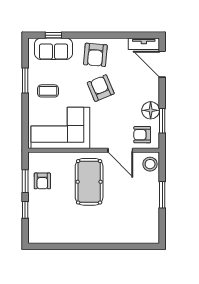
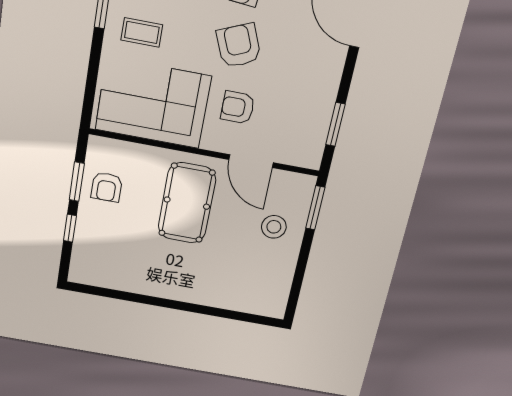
floor lamp: (151, 110) -> (320, 102), removed
armchair: (142, 135) -> (238, 107), moved
stool: (150, 164) -> (274, 227), moved
window: (162, 195) -> (315, 208), moved

